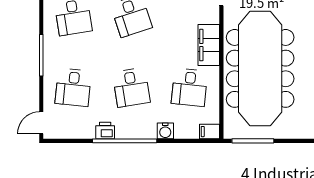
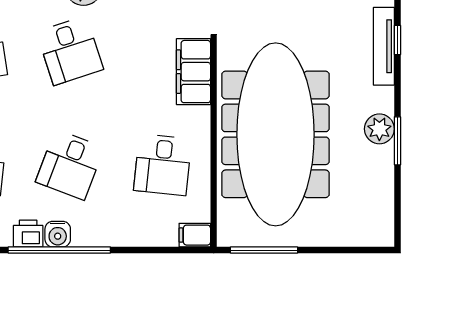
filing cabinet: (209, 45) -> (193, 72), moved
desk: (131, 87) -> (70, 165), turned 30
water cooler: (165, 131) -> (58, 234), moved

